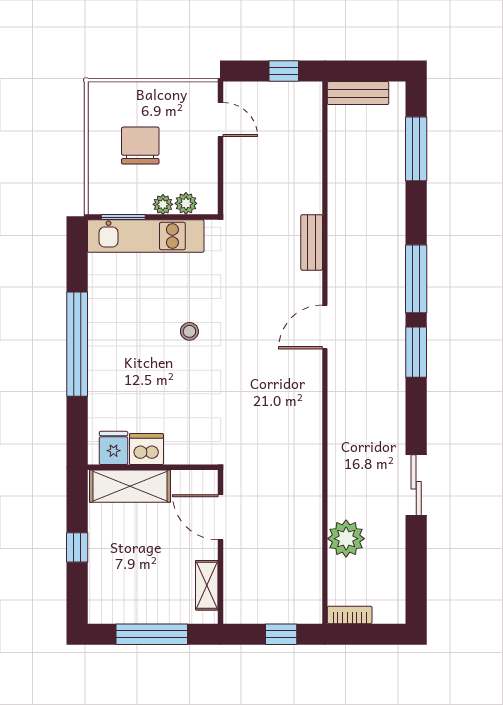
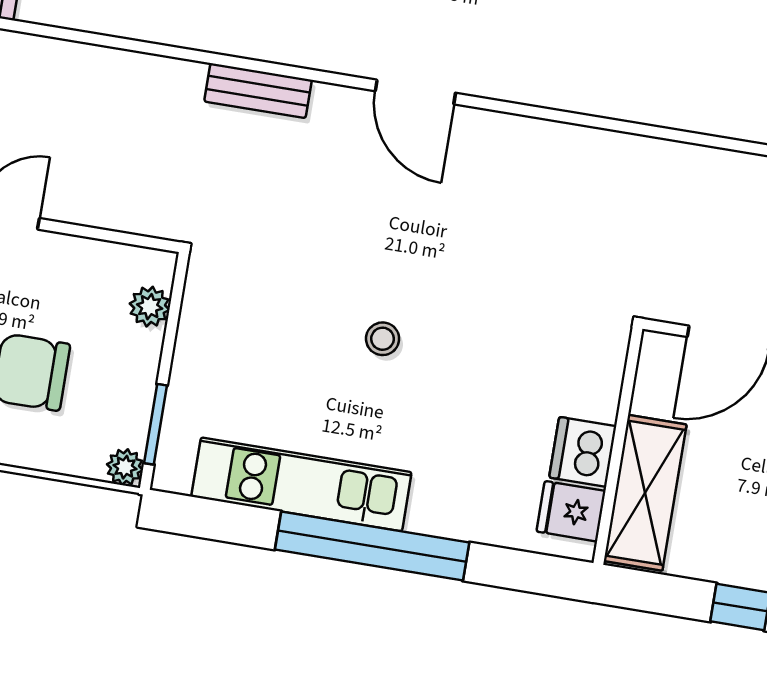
plant: (163, 204) -> (125, 467), moved
kitchen unit: (146, 236) -> (301, 484), moved, turned -90

